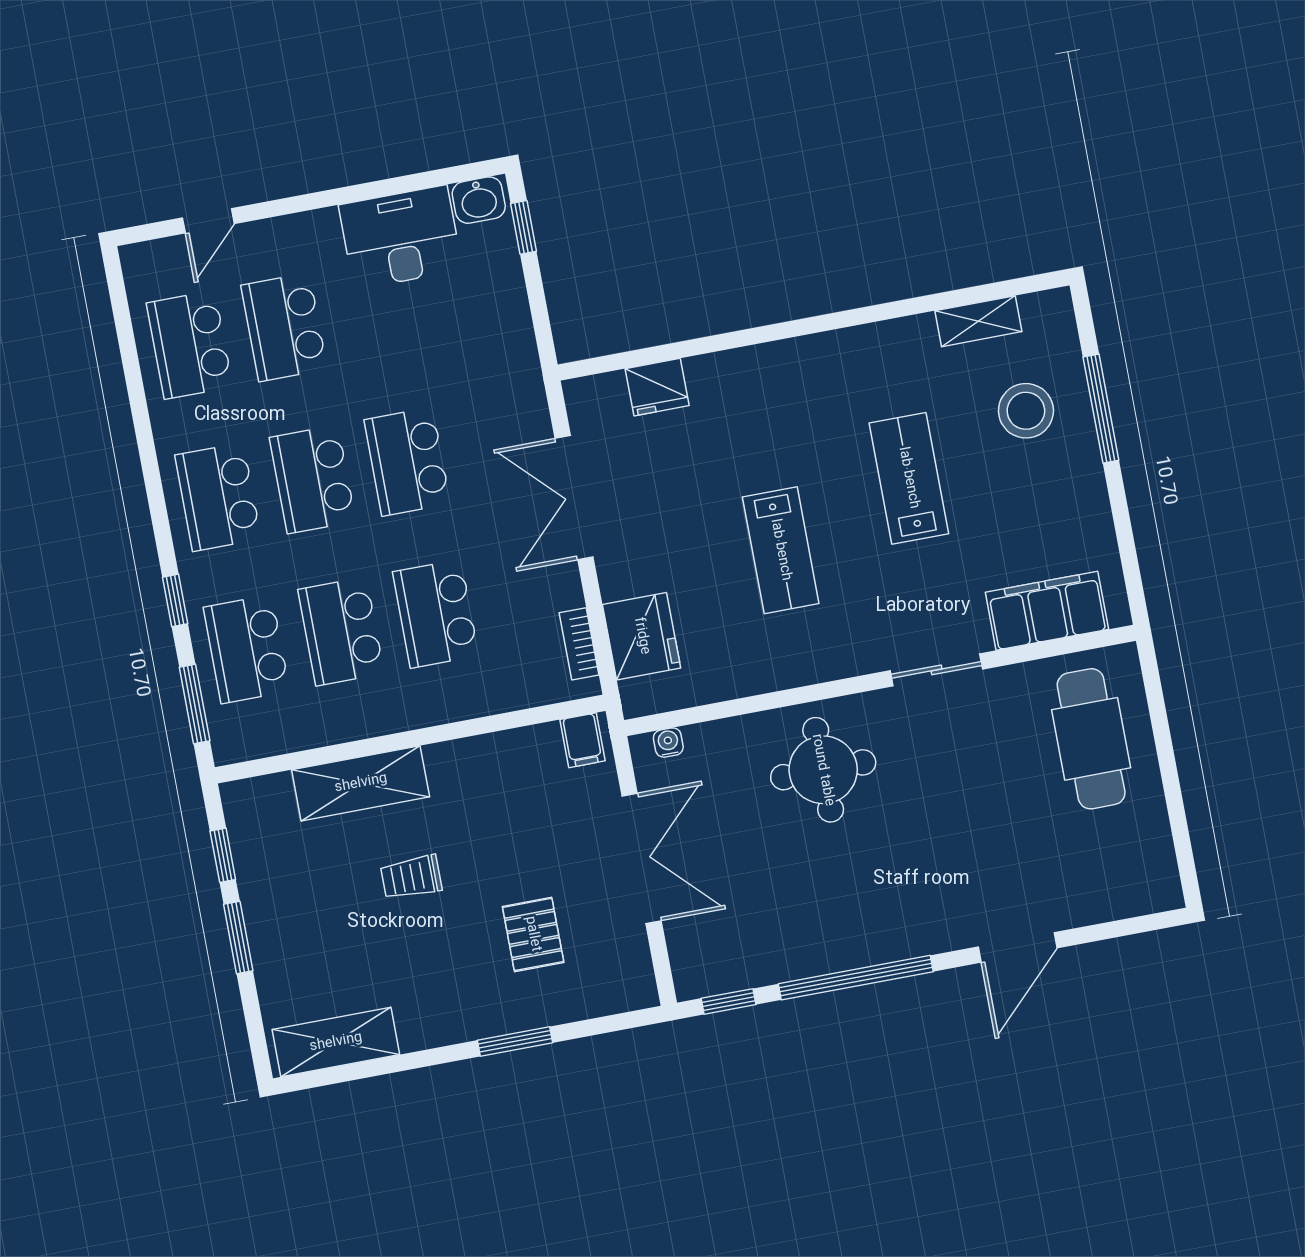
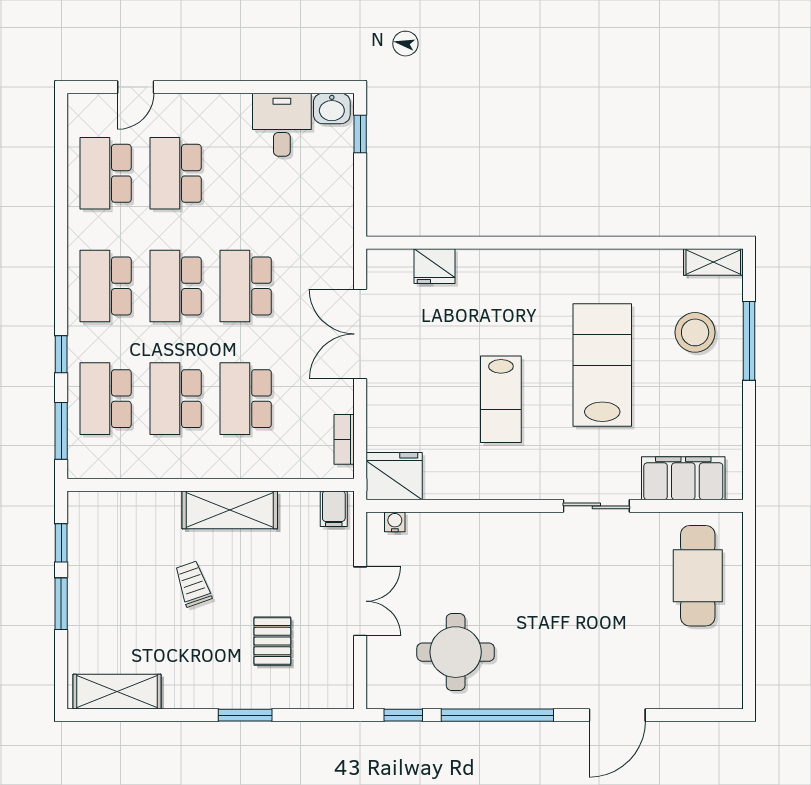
desk: (401, 237) -> (282, 125), width x0.73
shelving: (978, 321) -> (713, 262), moved
lab bench: (909, 478) -> (602, 365), width x1.36, depth x1.39
fridge: (642, 636) -> (394, 476), moved, turned -90
round table: (823, 770) -> (456, 652), moved
shelving: (361, 783) -> (230, 510), moved
double door: (642, 858) -> (360, 601), width x0.73
trolley: (411, 877) -> (193, 584), turned 71

